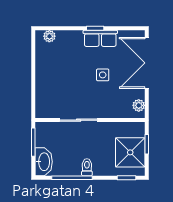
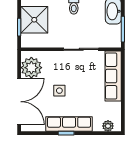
row of seats: (100, 38) -> (69, 124), width x1.48
row of seats: (44, 91) -> (113, 76), added
plant: (139, 105) -> (31, 68), width x1.88, depth x1.88

